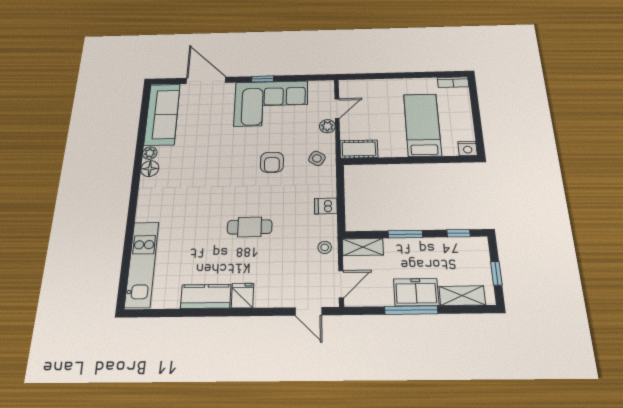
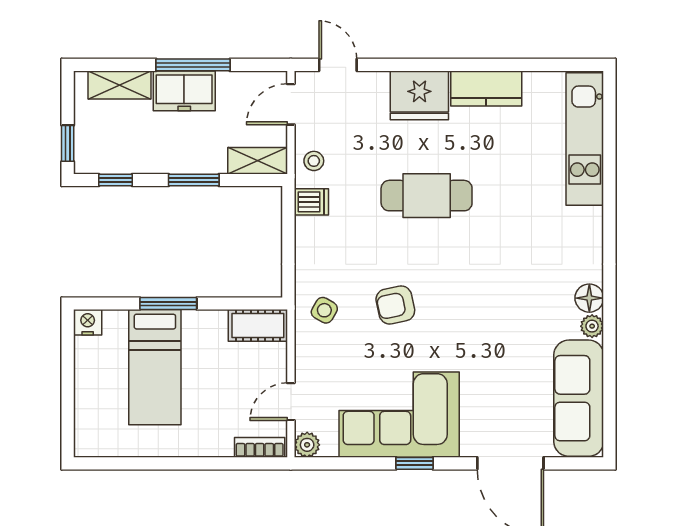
bookcase: (453, 82) -> (260, 447), moved
plant: (327, 126) -> (307, 445), moved
window: (417, 160) -> (168, 303), added
armchair: (272, 162) -> (395, 305), turned -102
dishwasher: (326, 206) -> (311, 202), moved
cafe table: (250, 227) -> (427, 196), width x1.37, depth x1.35
window: (496, 273) -> (68, 143), moved
fridge: (242, 296) -> (419, 95), width x1.88, depth x1.34

